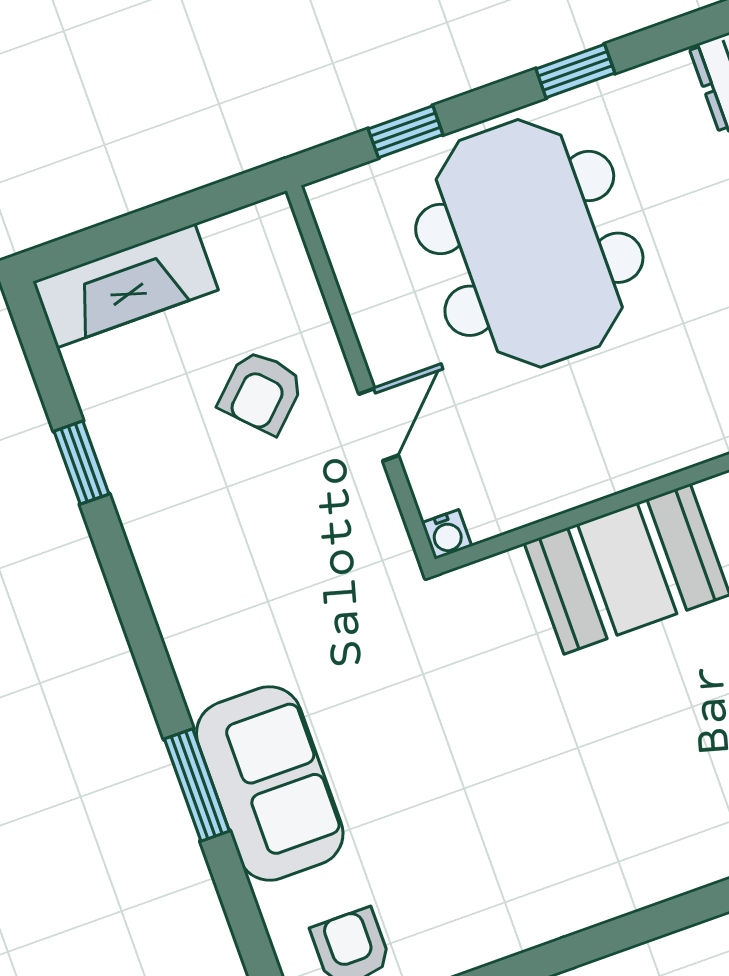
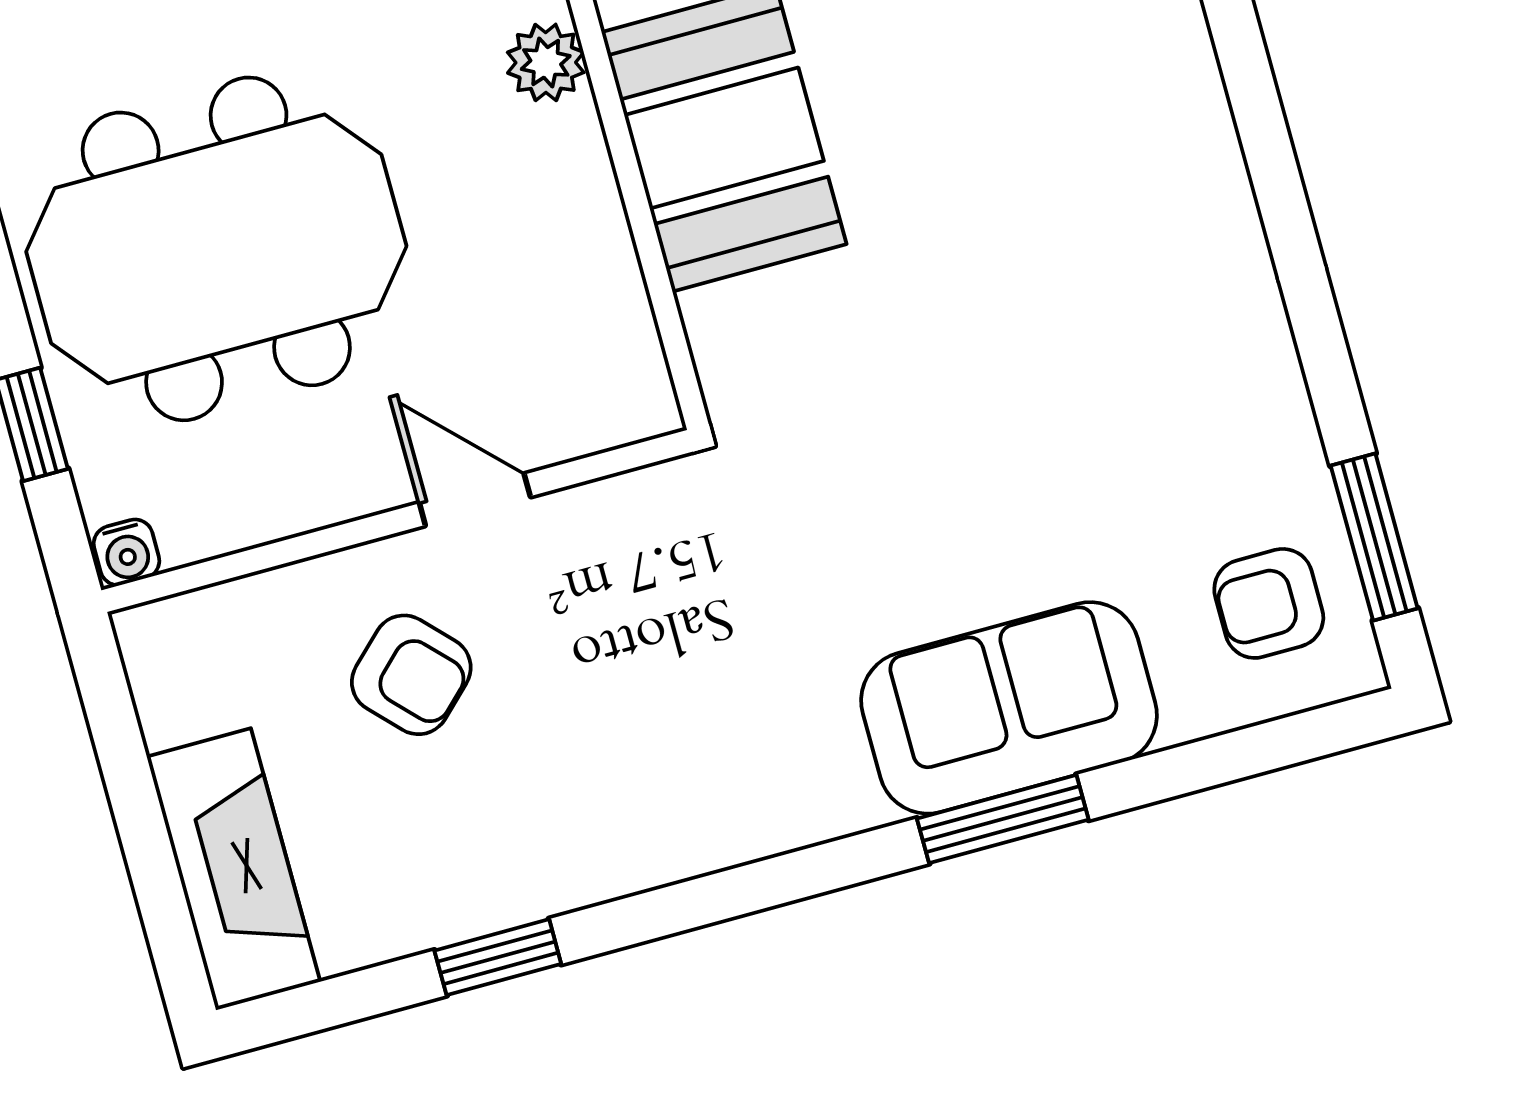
plant: (667, 449) -> (546, 62), added
water cooler: (447, 534) -> (126, 552), moved, turned 90

